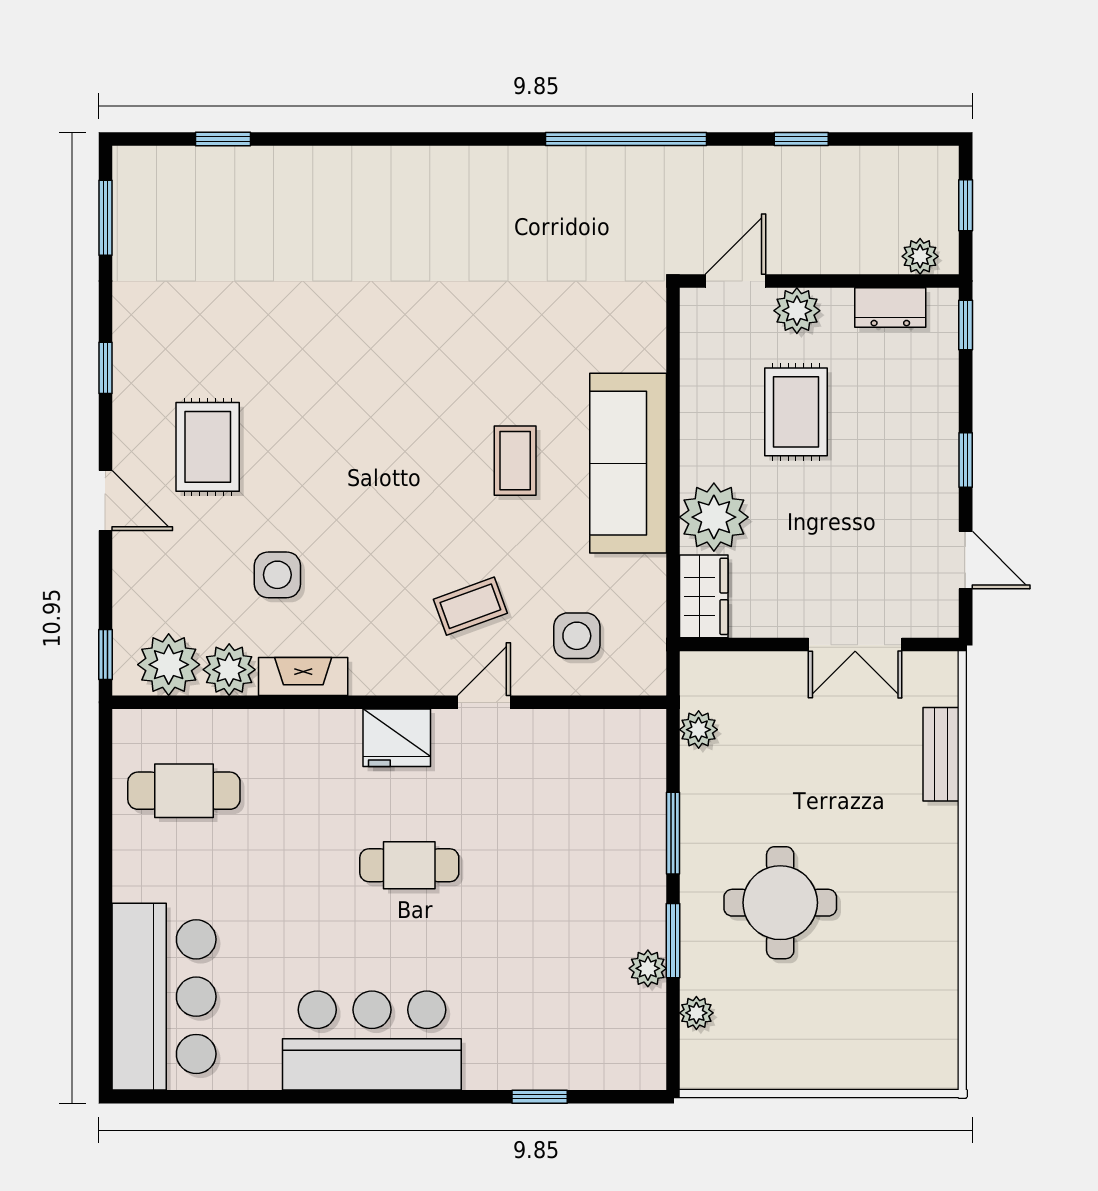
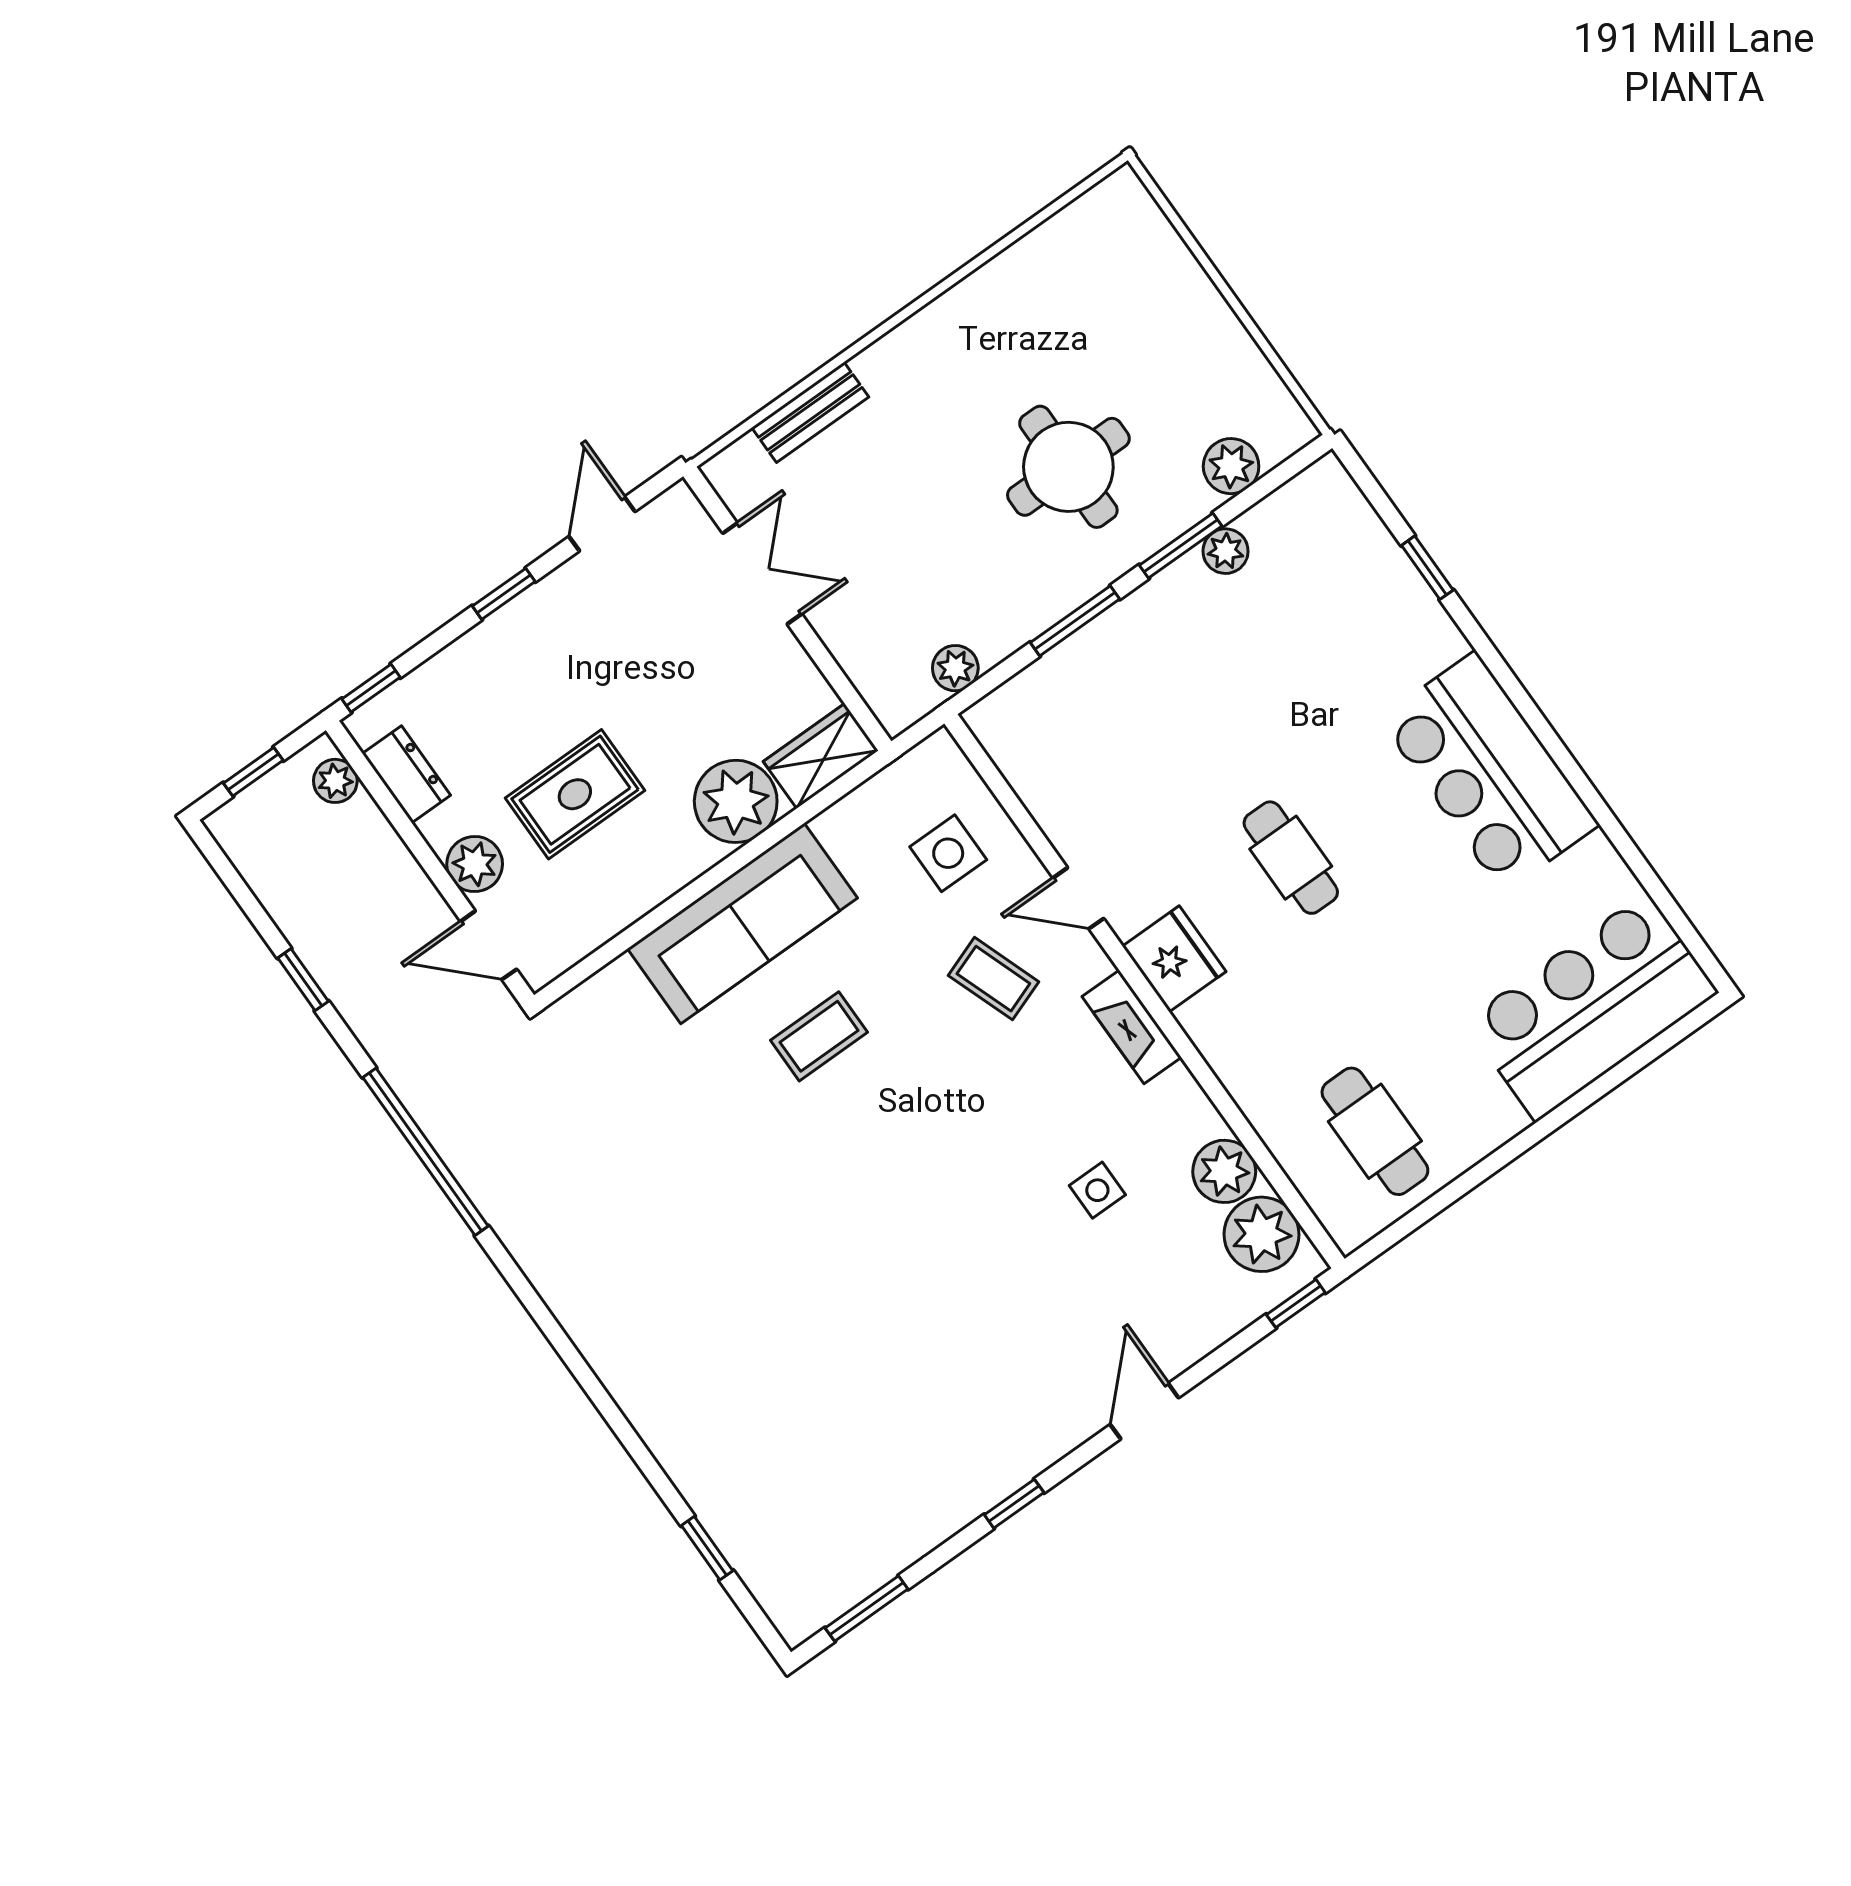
rug: (208, 447) -> (1020, 1348), removed
side table: (277, 575) -> (1097, 1190), width x0.73, depth x0.73
fireplace: (303, 676) -> (1132, 1027), moved
plant: (696, 1013) -> (1231, 466), width x1.38, depth x1.38

